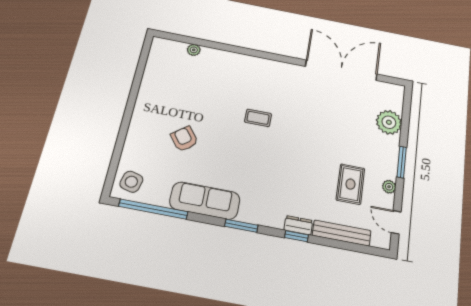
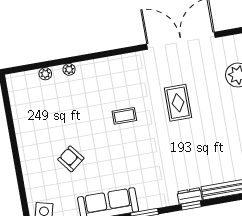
plant: (219, 55) -> (69, 69), added
rug: (350, 184) -> (178, 103), moved

